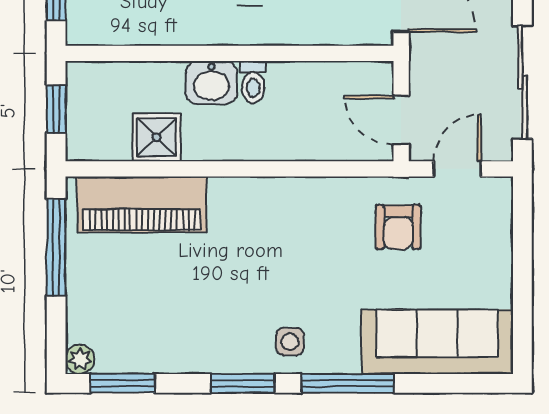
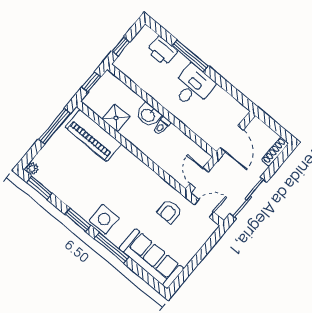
side table: (290, 342) -> (104, 219), width x1.87, depth x1.87

